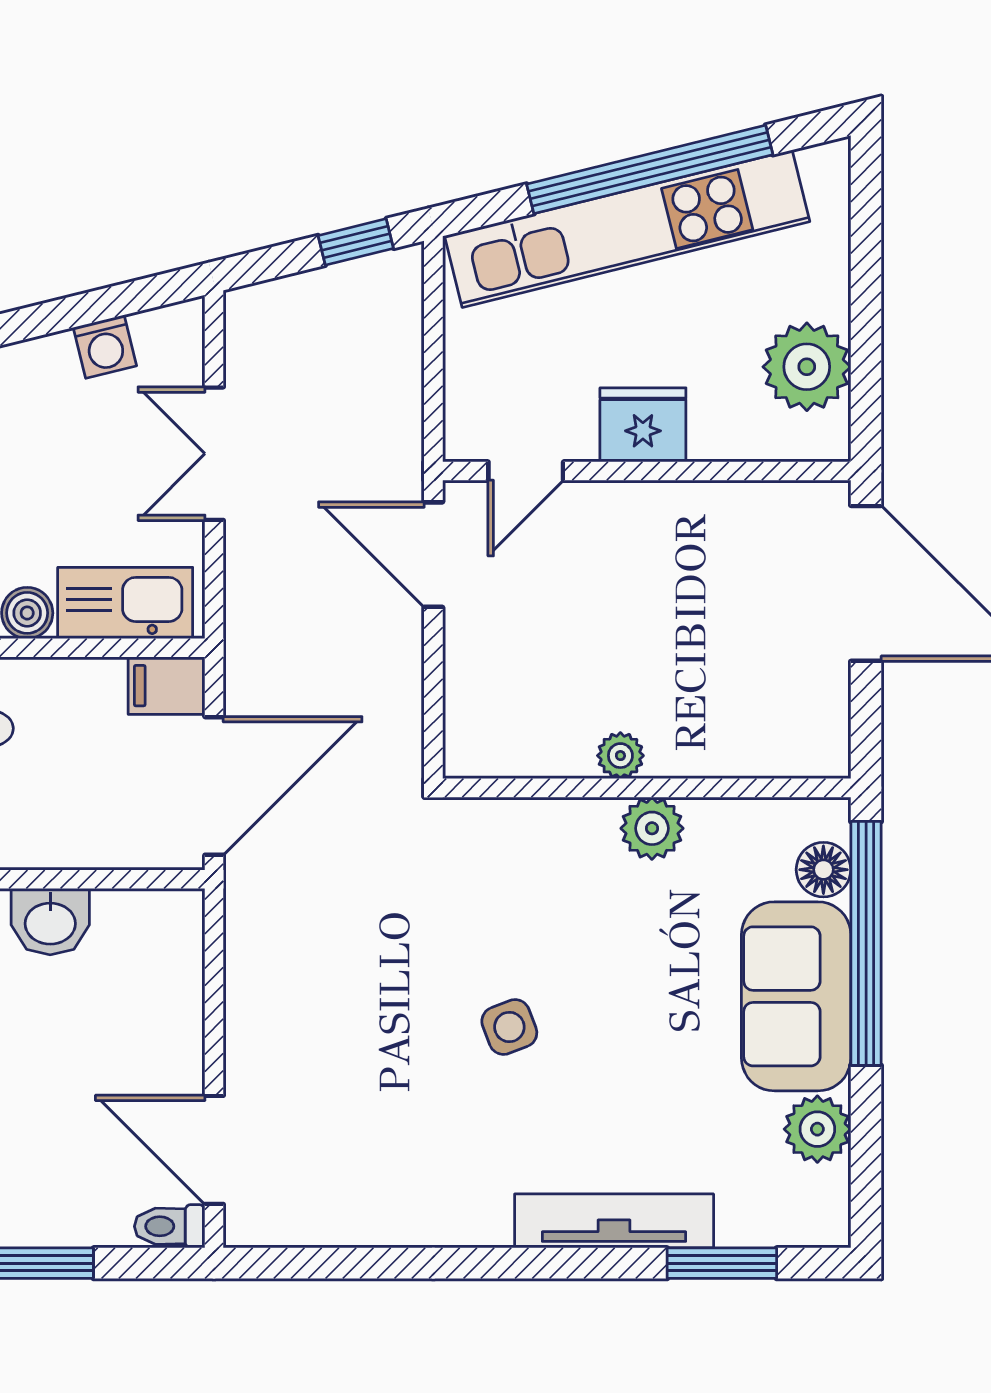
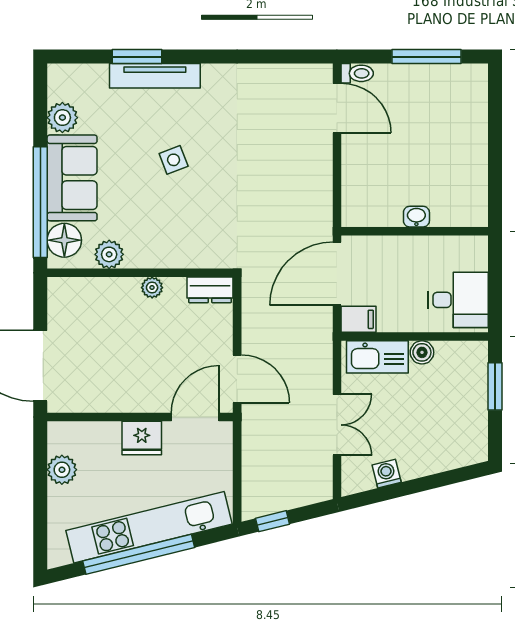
plant: (807, 367) -> (62, 470), width x0.73, depth x0.73
door: (526, 471) -> (195, 417), width x1.37
dresser: (493, 750) -> (210, 290), added
plant: (652, 828) -> (109, 254), moved
floor lamp: (823, 870) -> (64, 240), width x1.38, depth x1.38
washbasin: (50, 922) -> (416, 217), width x0.72, depth x0.69
side table: (509, 1027) -> (174, 160), moved
window: (722, 1263) -> (137, 57), moved

